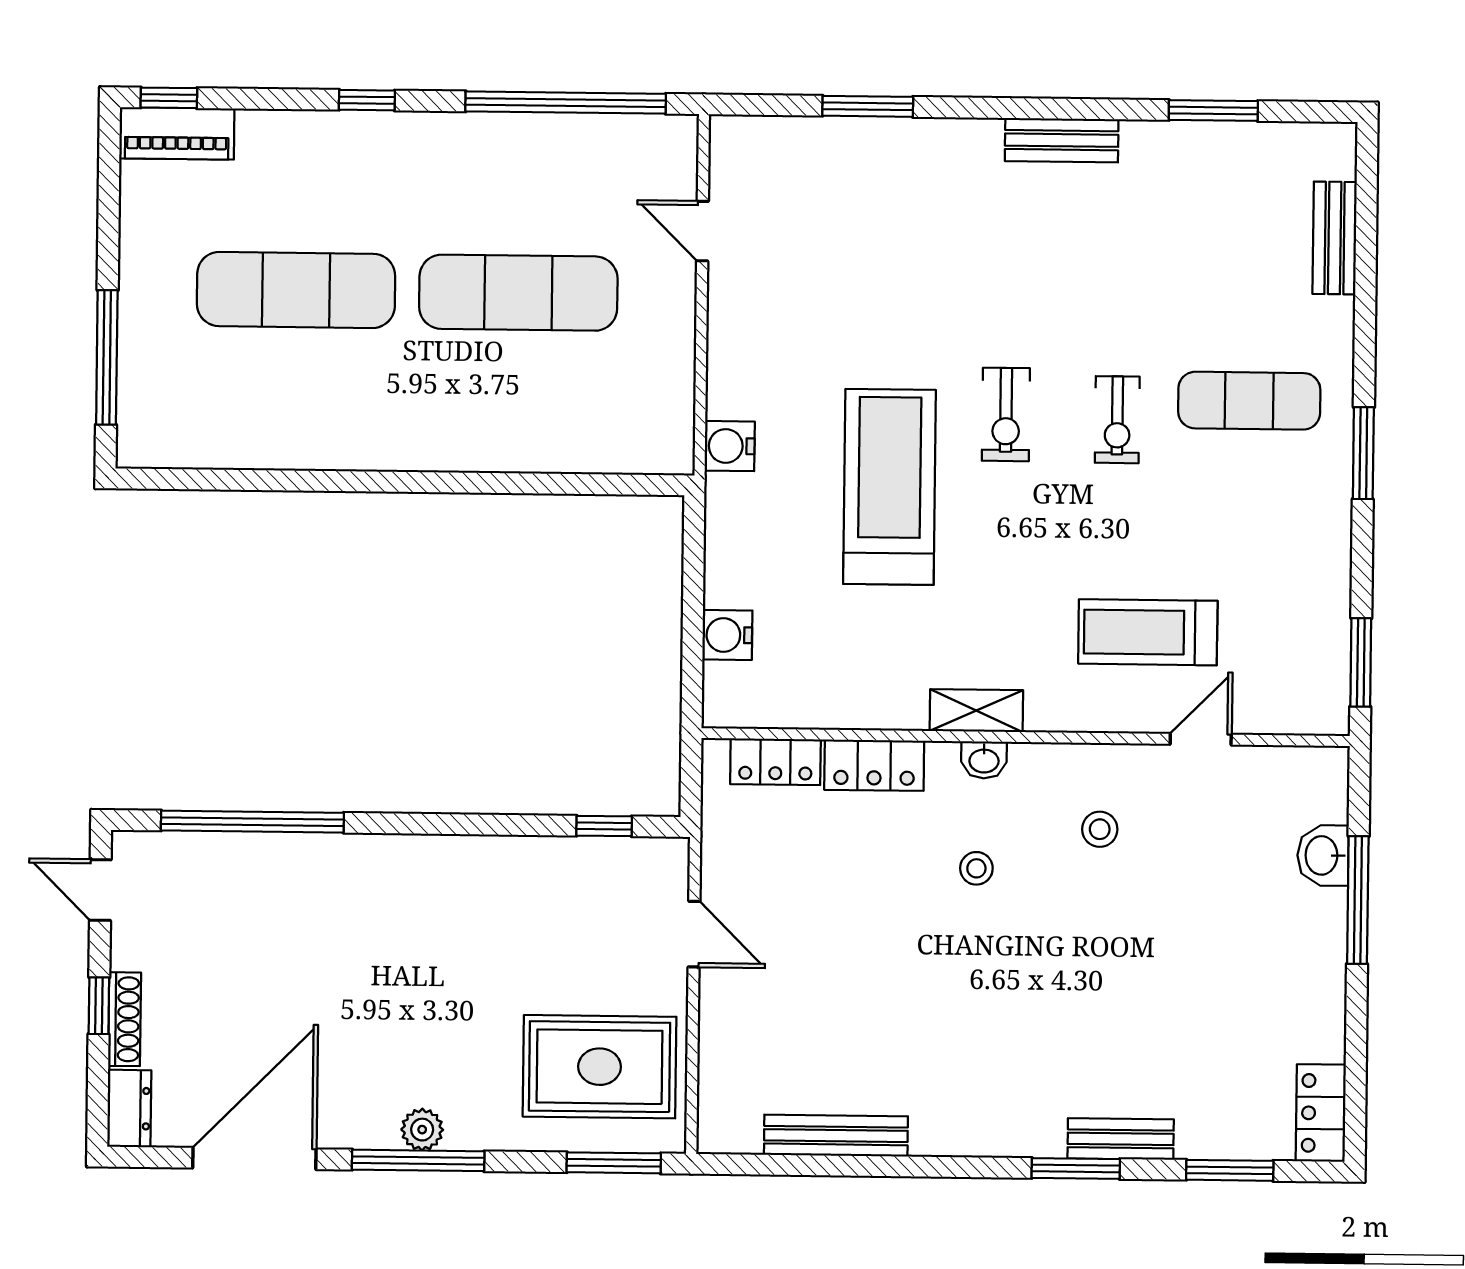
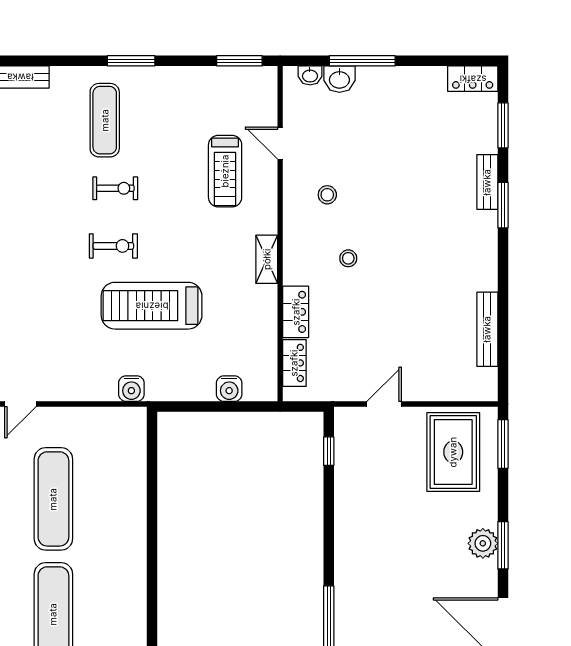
washbasin: (984, 760) -> (310, 75), moved, turned 90
plant: (422, 1130) -> (483, 543), width x1.38, depth x1.38
window: (418, 1160) -> (503, 545), width x0.69

